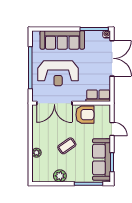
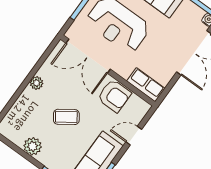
door: (112, 129) -> (134, 136), swing flipped
plant: (36, 153) -> (36, 83), moved

